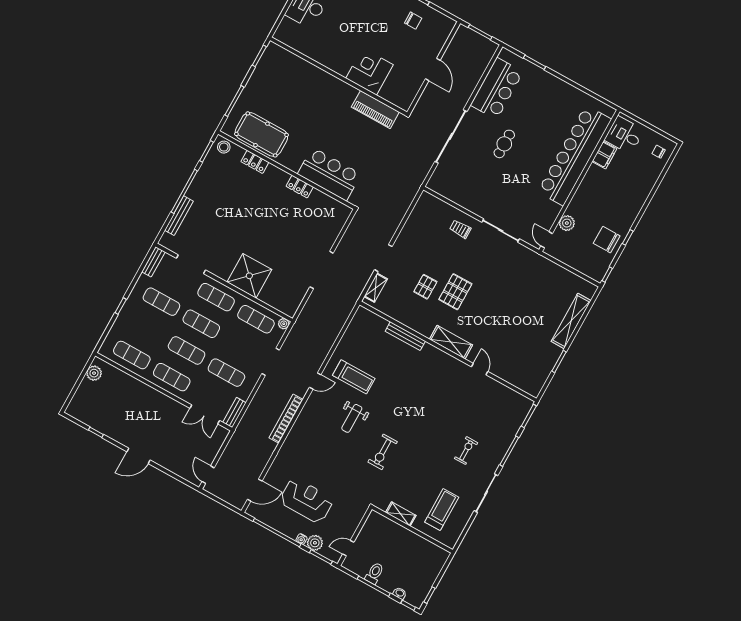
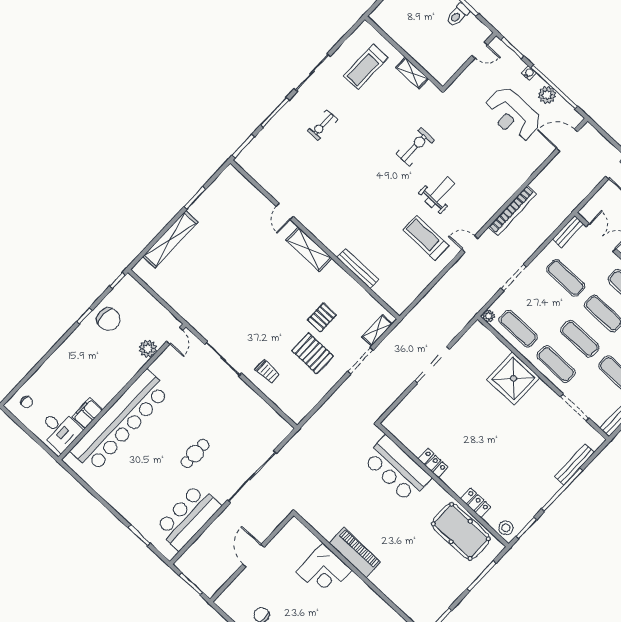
piano: (375, 110) -> (355, 552), moved
pallet: (455, 292) -> (313, 353), moved, turned 90
plant: (315, 543) -> (547, 95), moved

